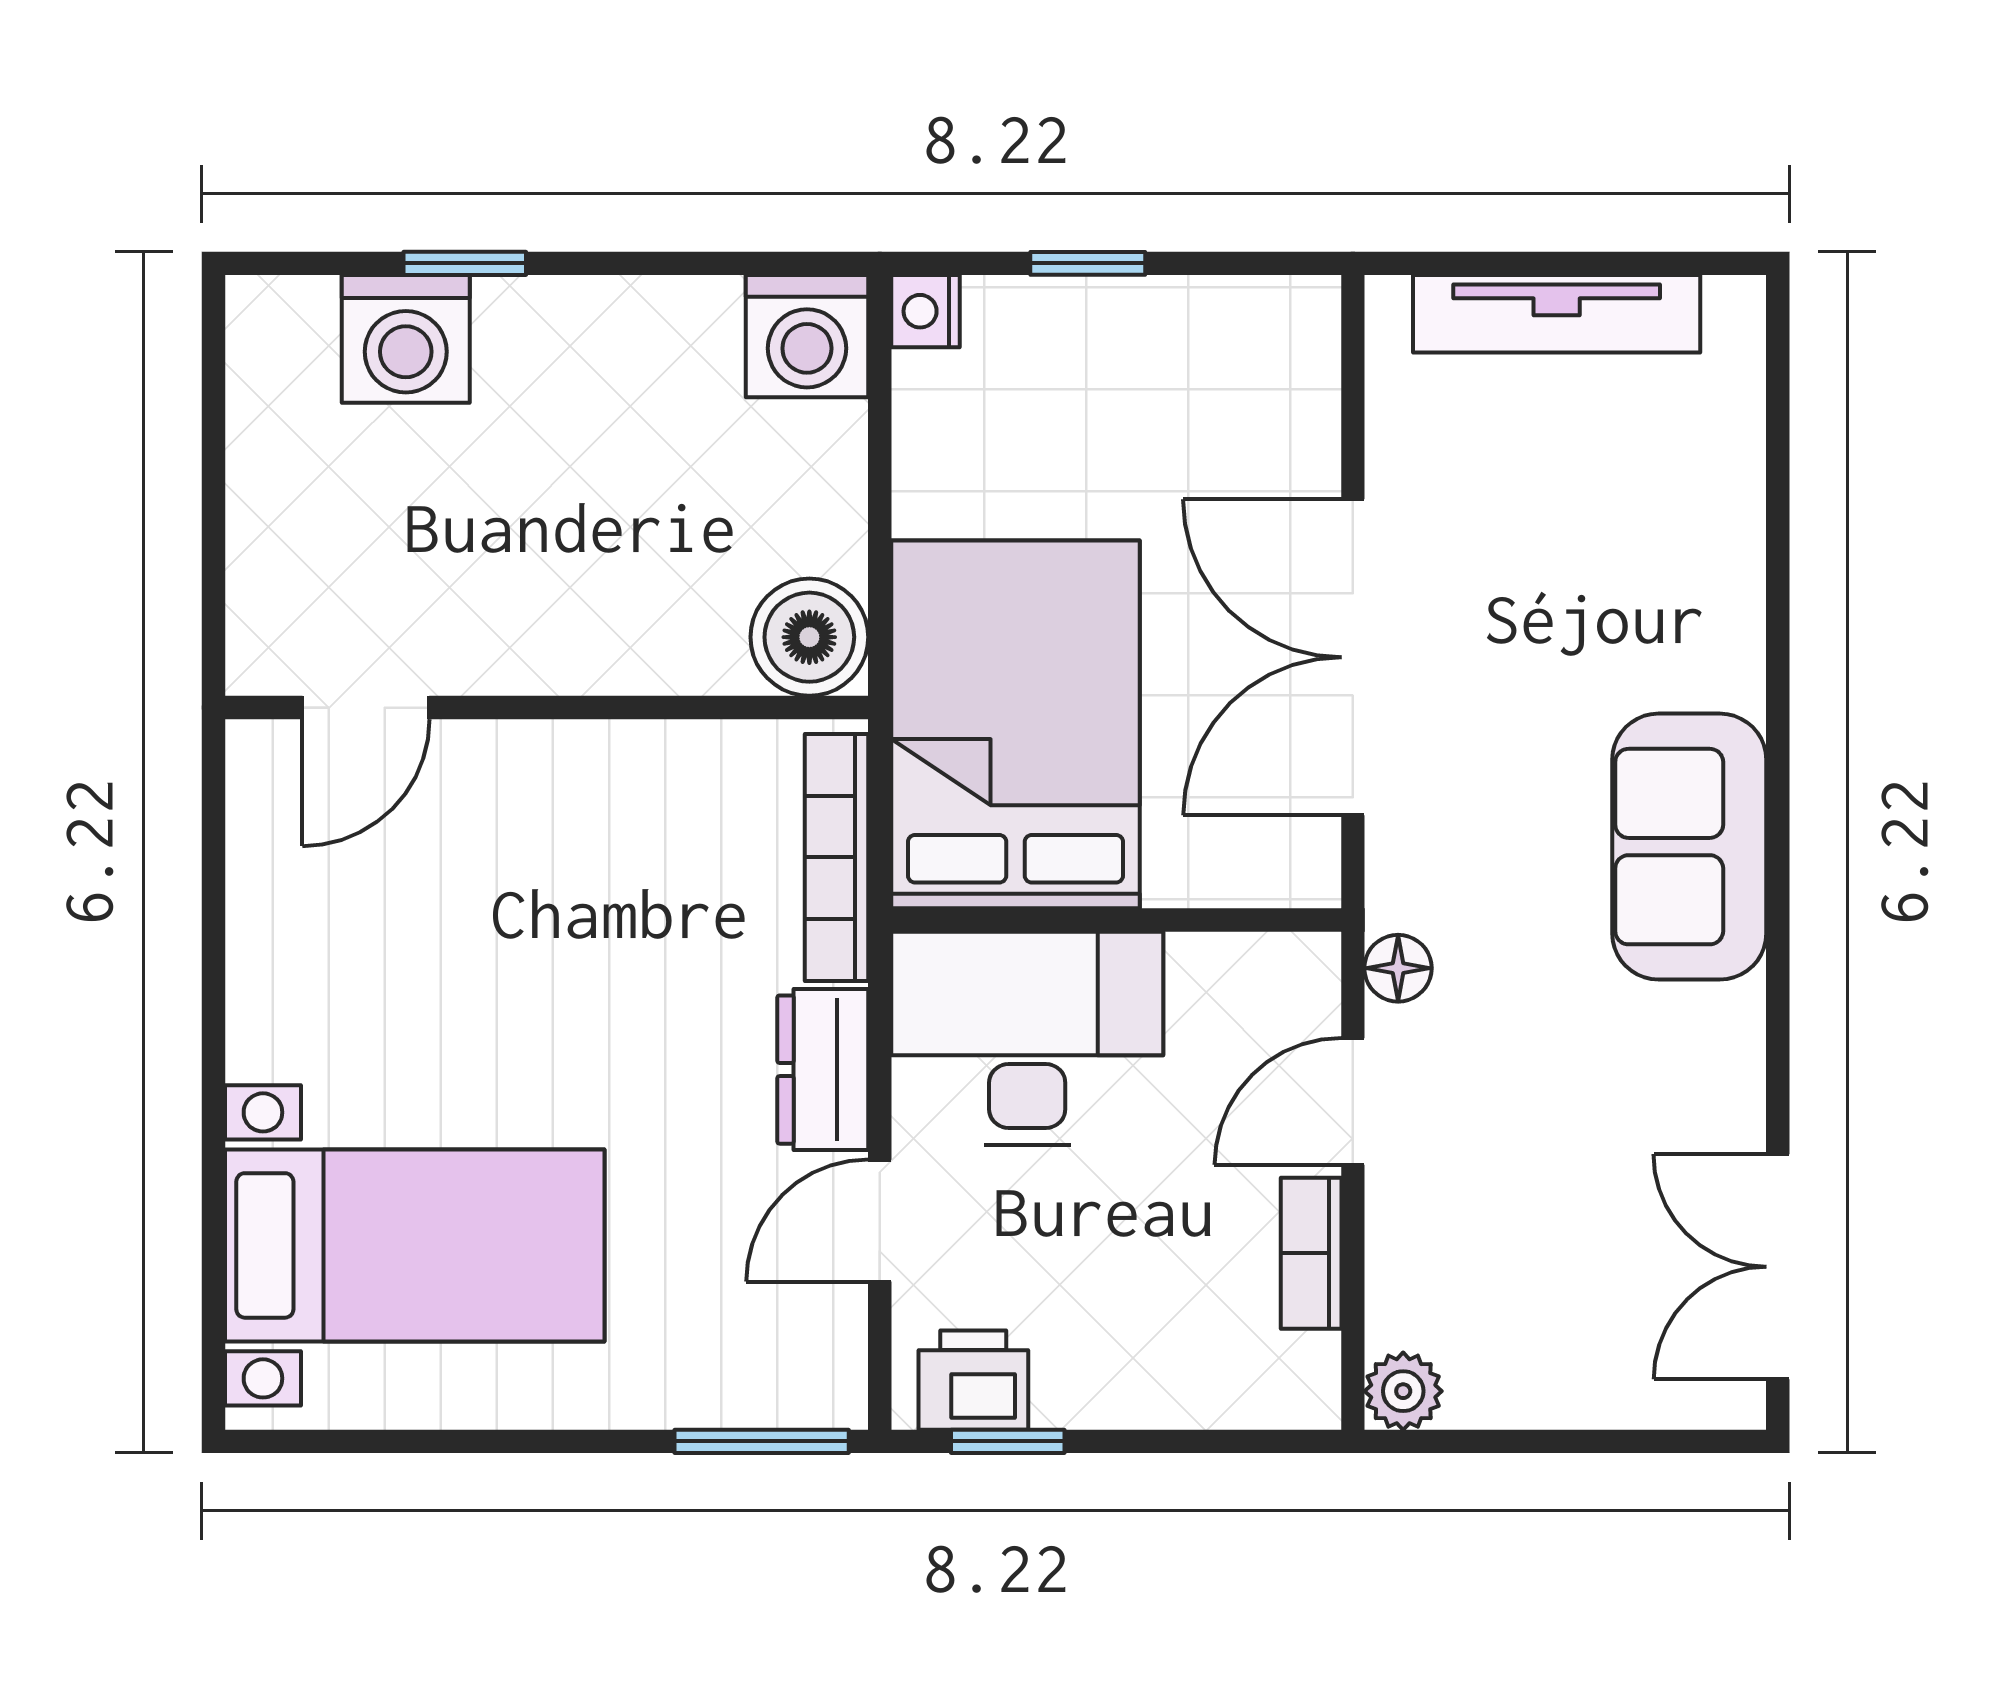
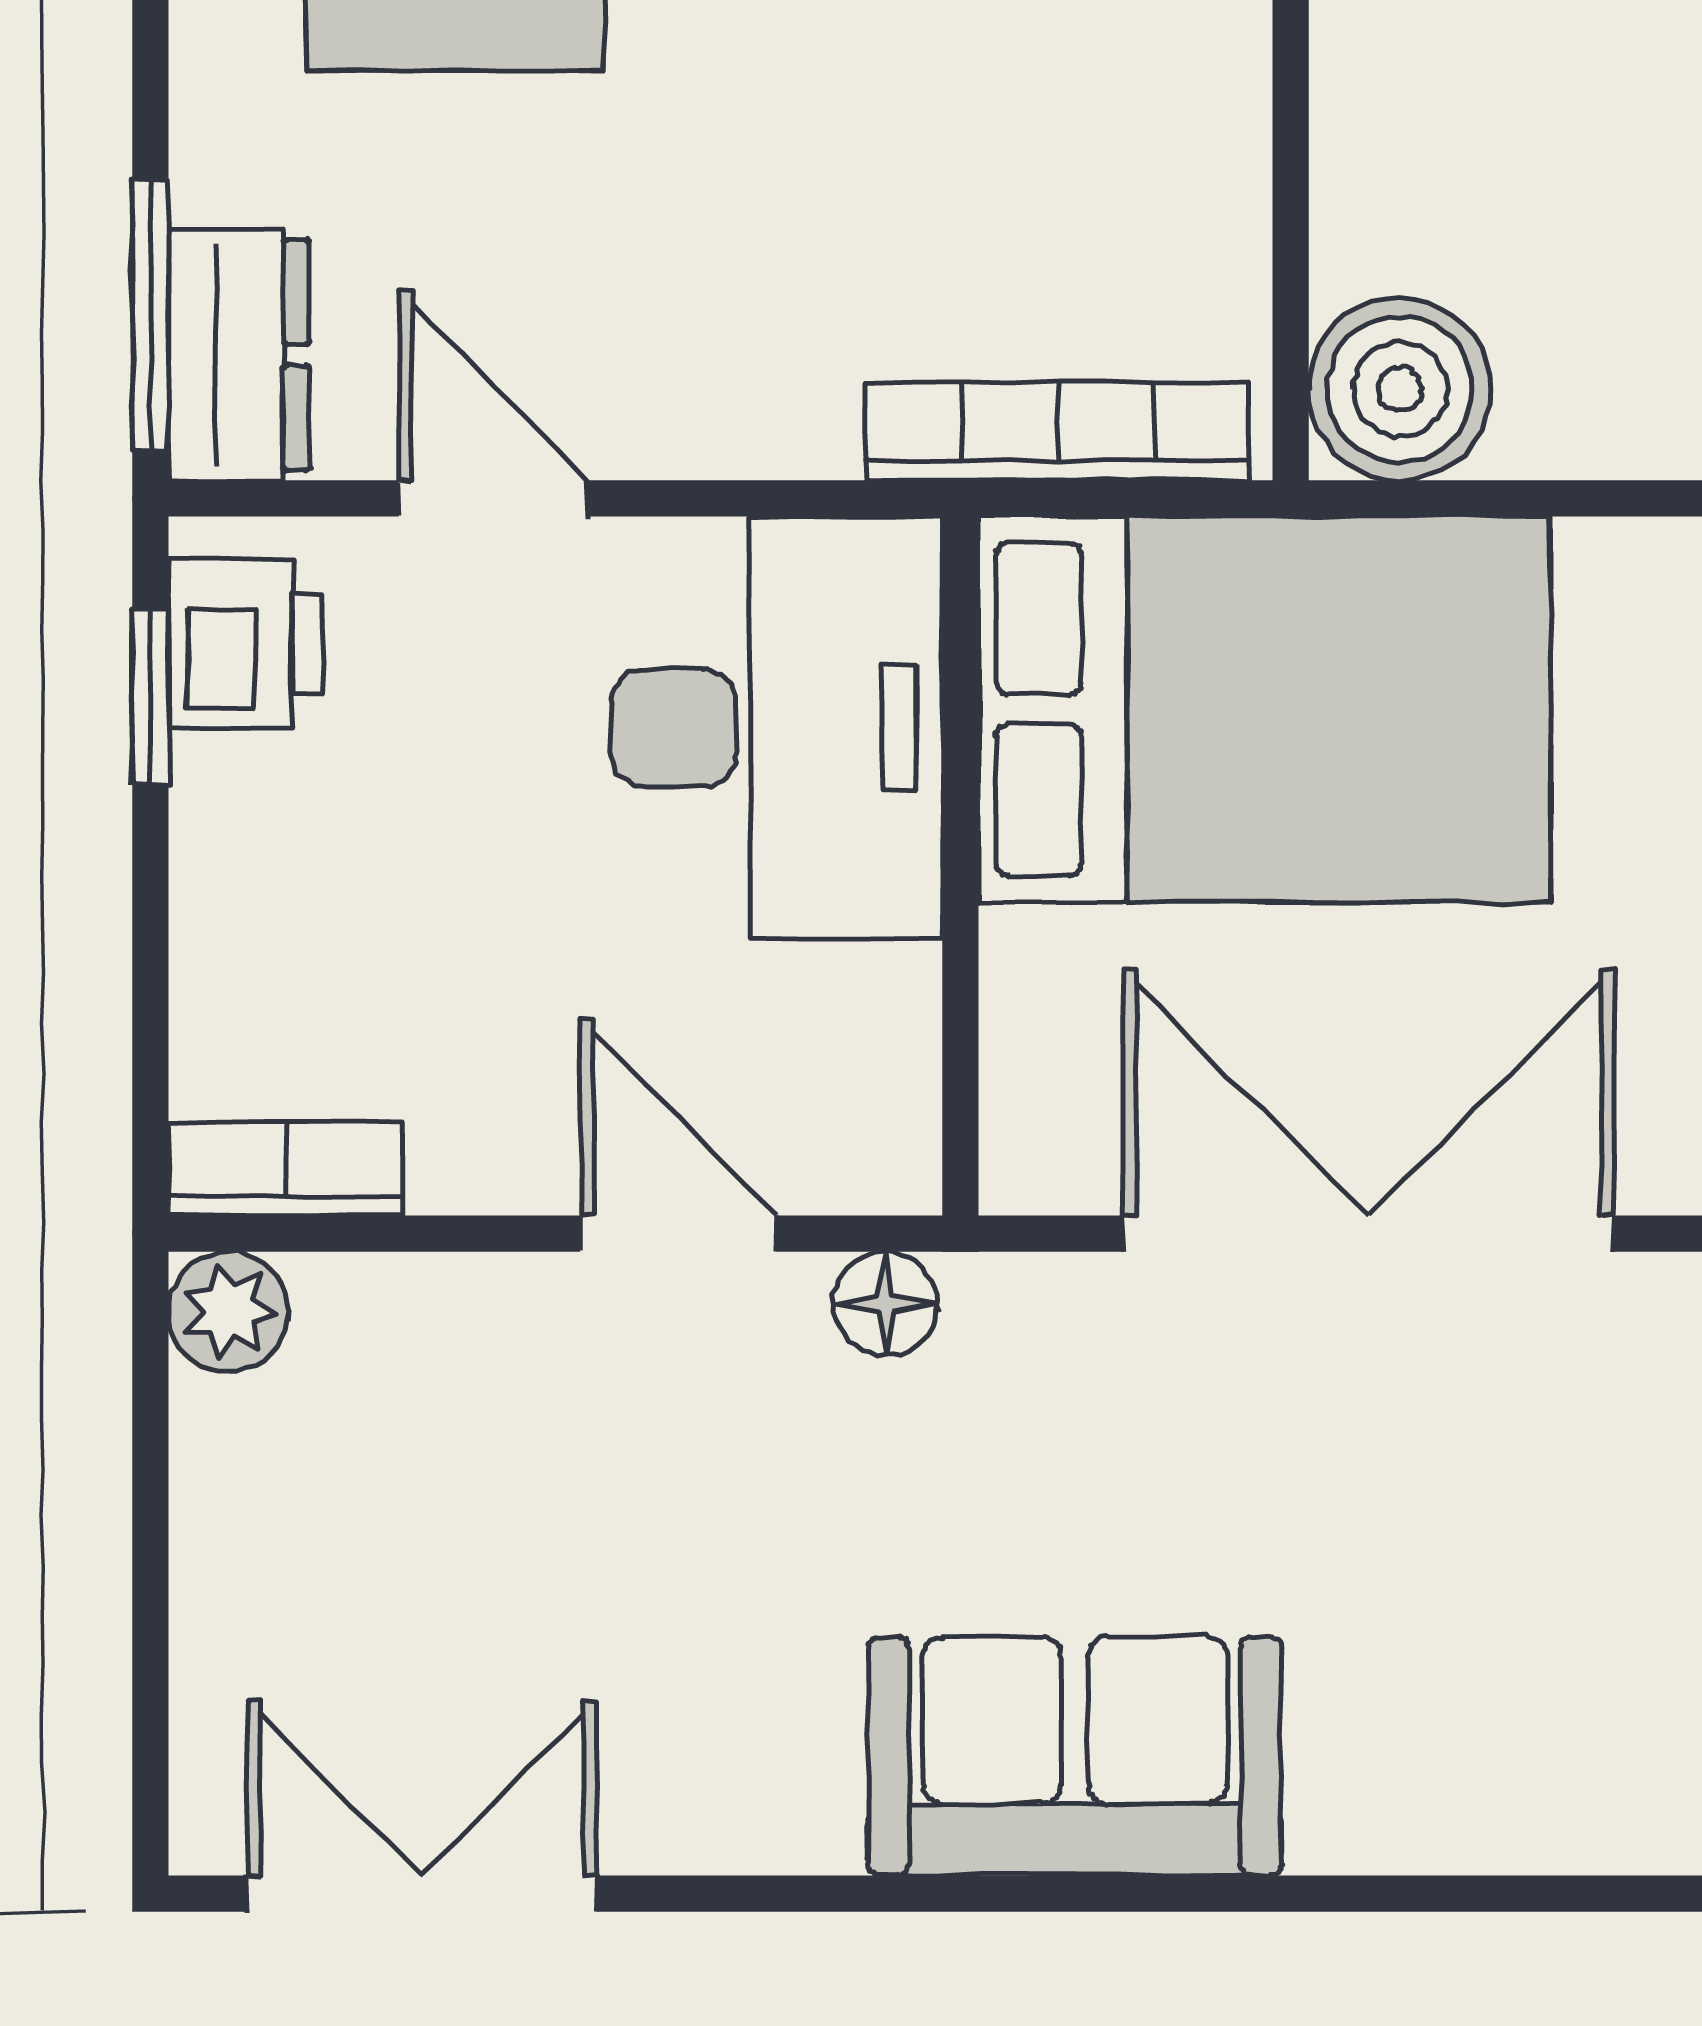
dresser: (823, 1070) -> (239, 355), moved, turned 90
bookcase: (1311, 1253) -> (286, 1169), moved

